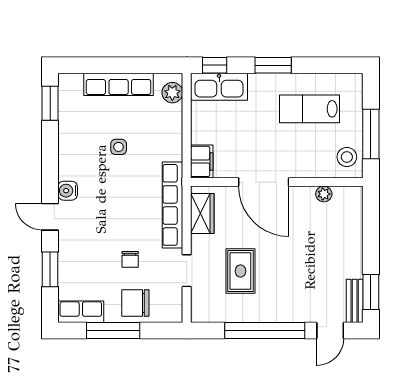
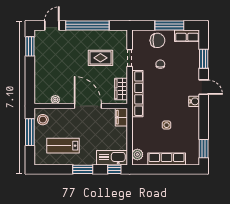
lab bench: (309, 109) -> (63, 146), turned 180
rug: (240, 271) -> (100, 58), turned 90
bench: (355, 301) -> (39, 42), removed

